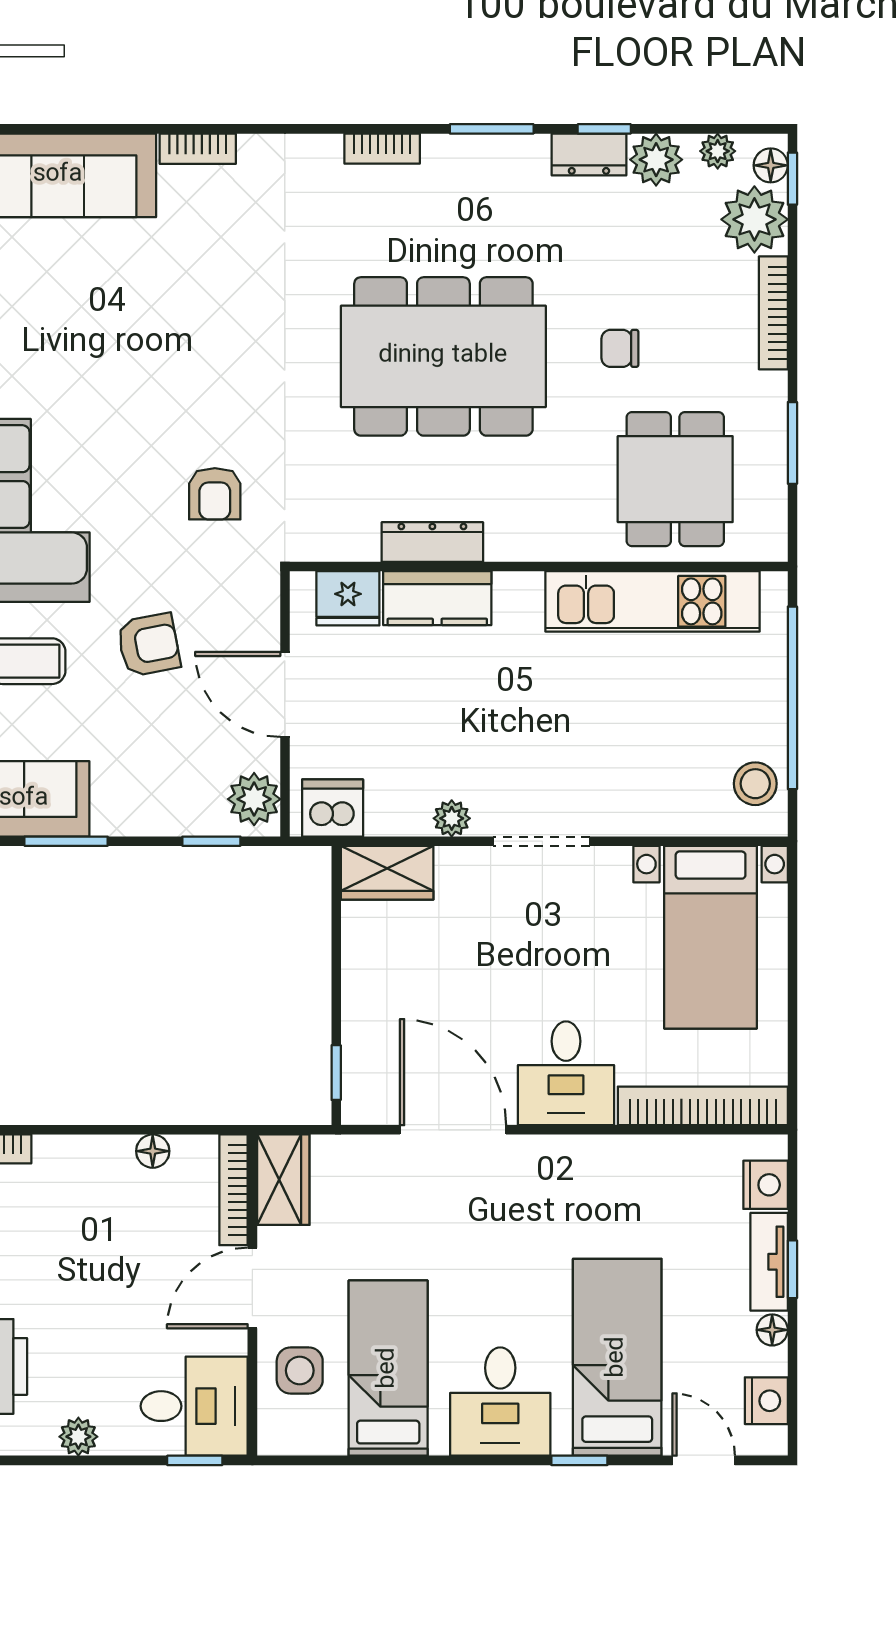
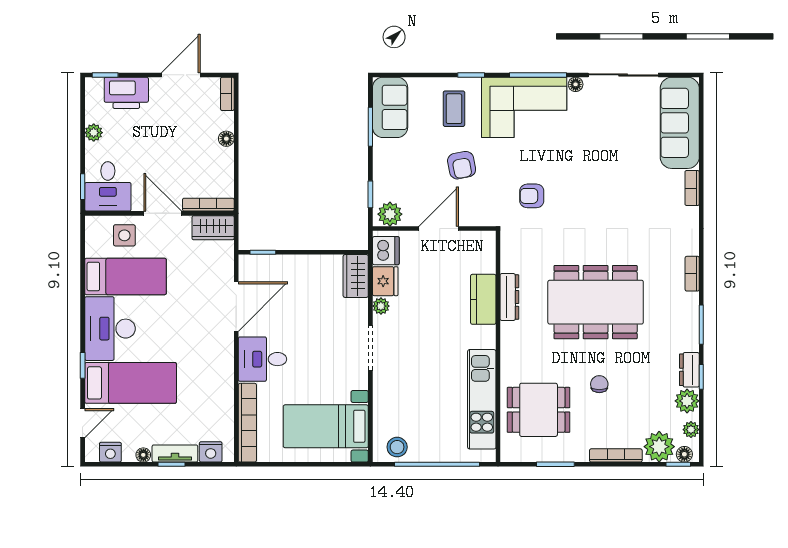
dining table: (443, 356) -> (596, 302), turned 90
fridge: (348, 598) -> (385, 281), moved, turned 180
floor lamp: (153, 1151) -> (226, 139), moved
desk: (500, 1402) -> (110, 329), width x1.37

